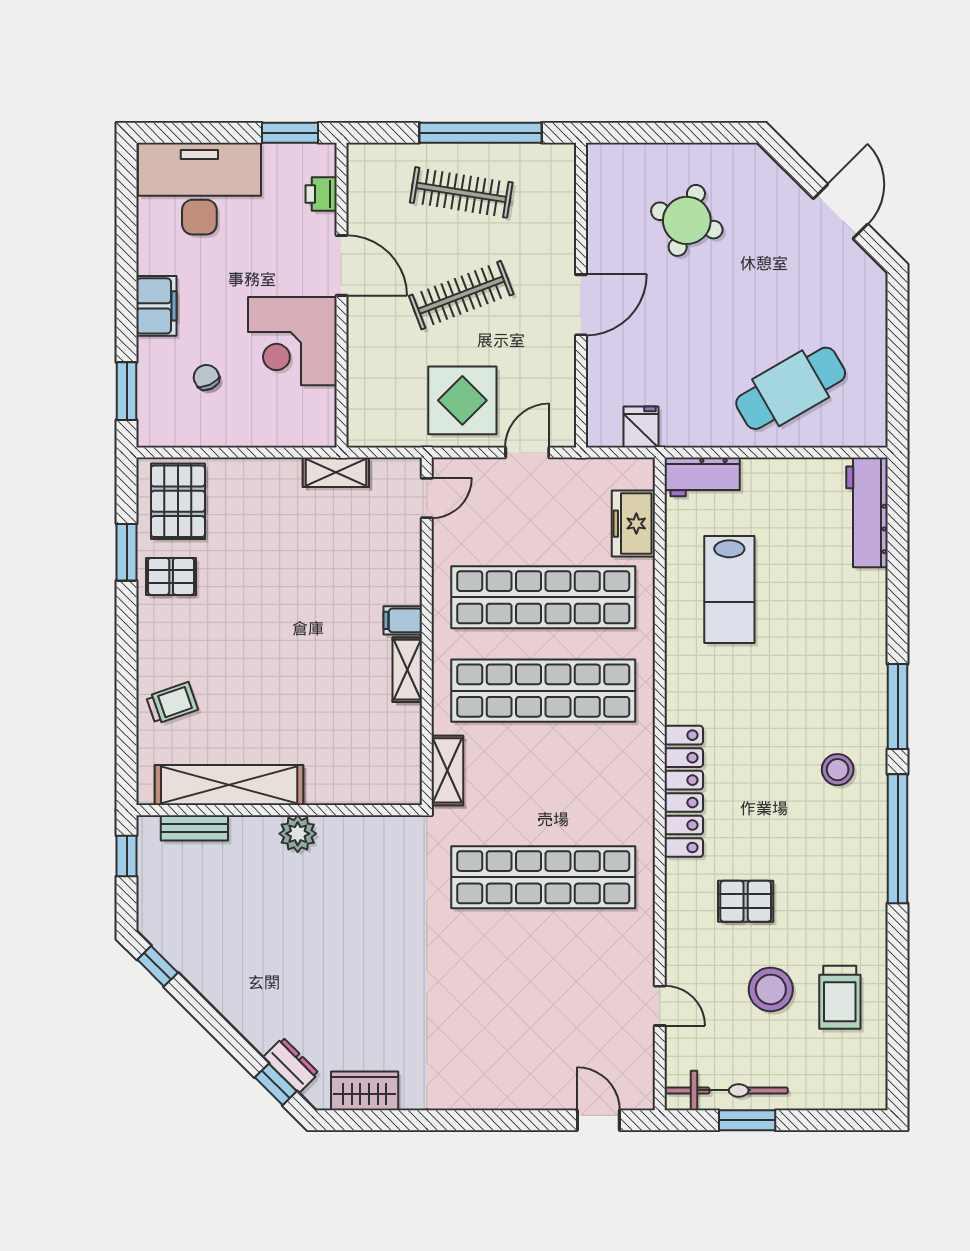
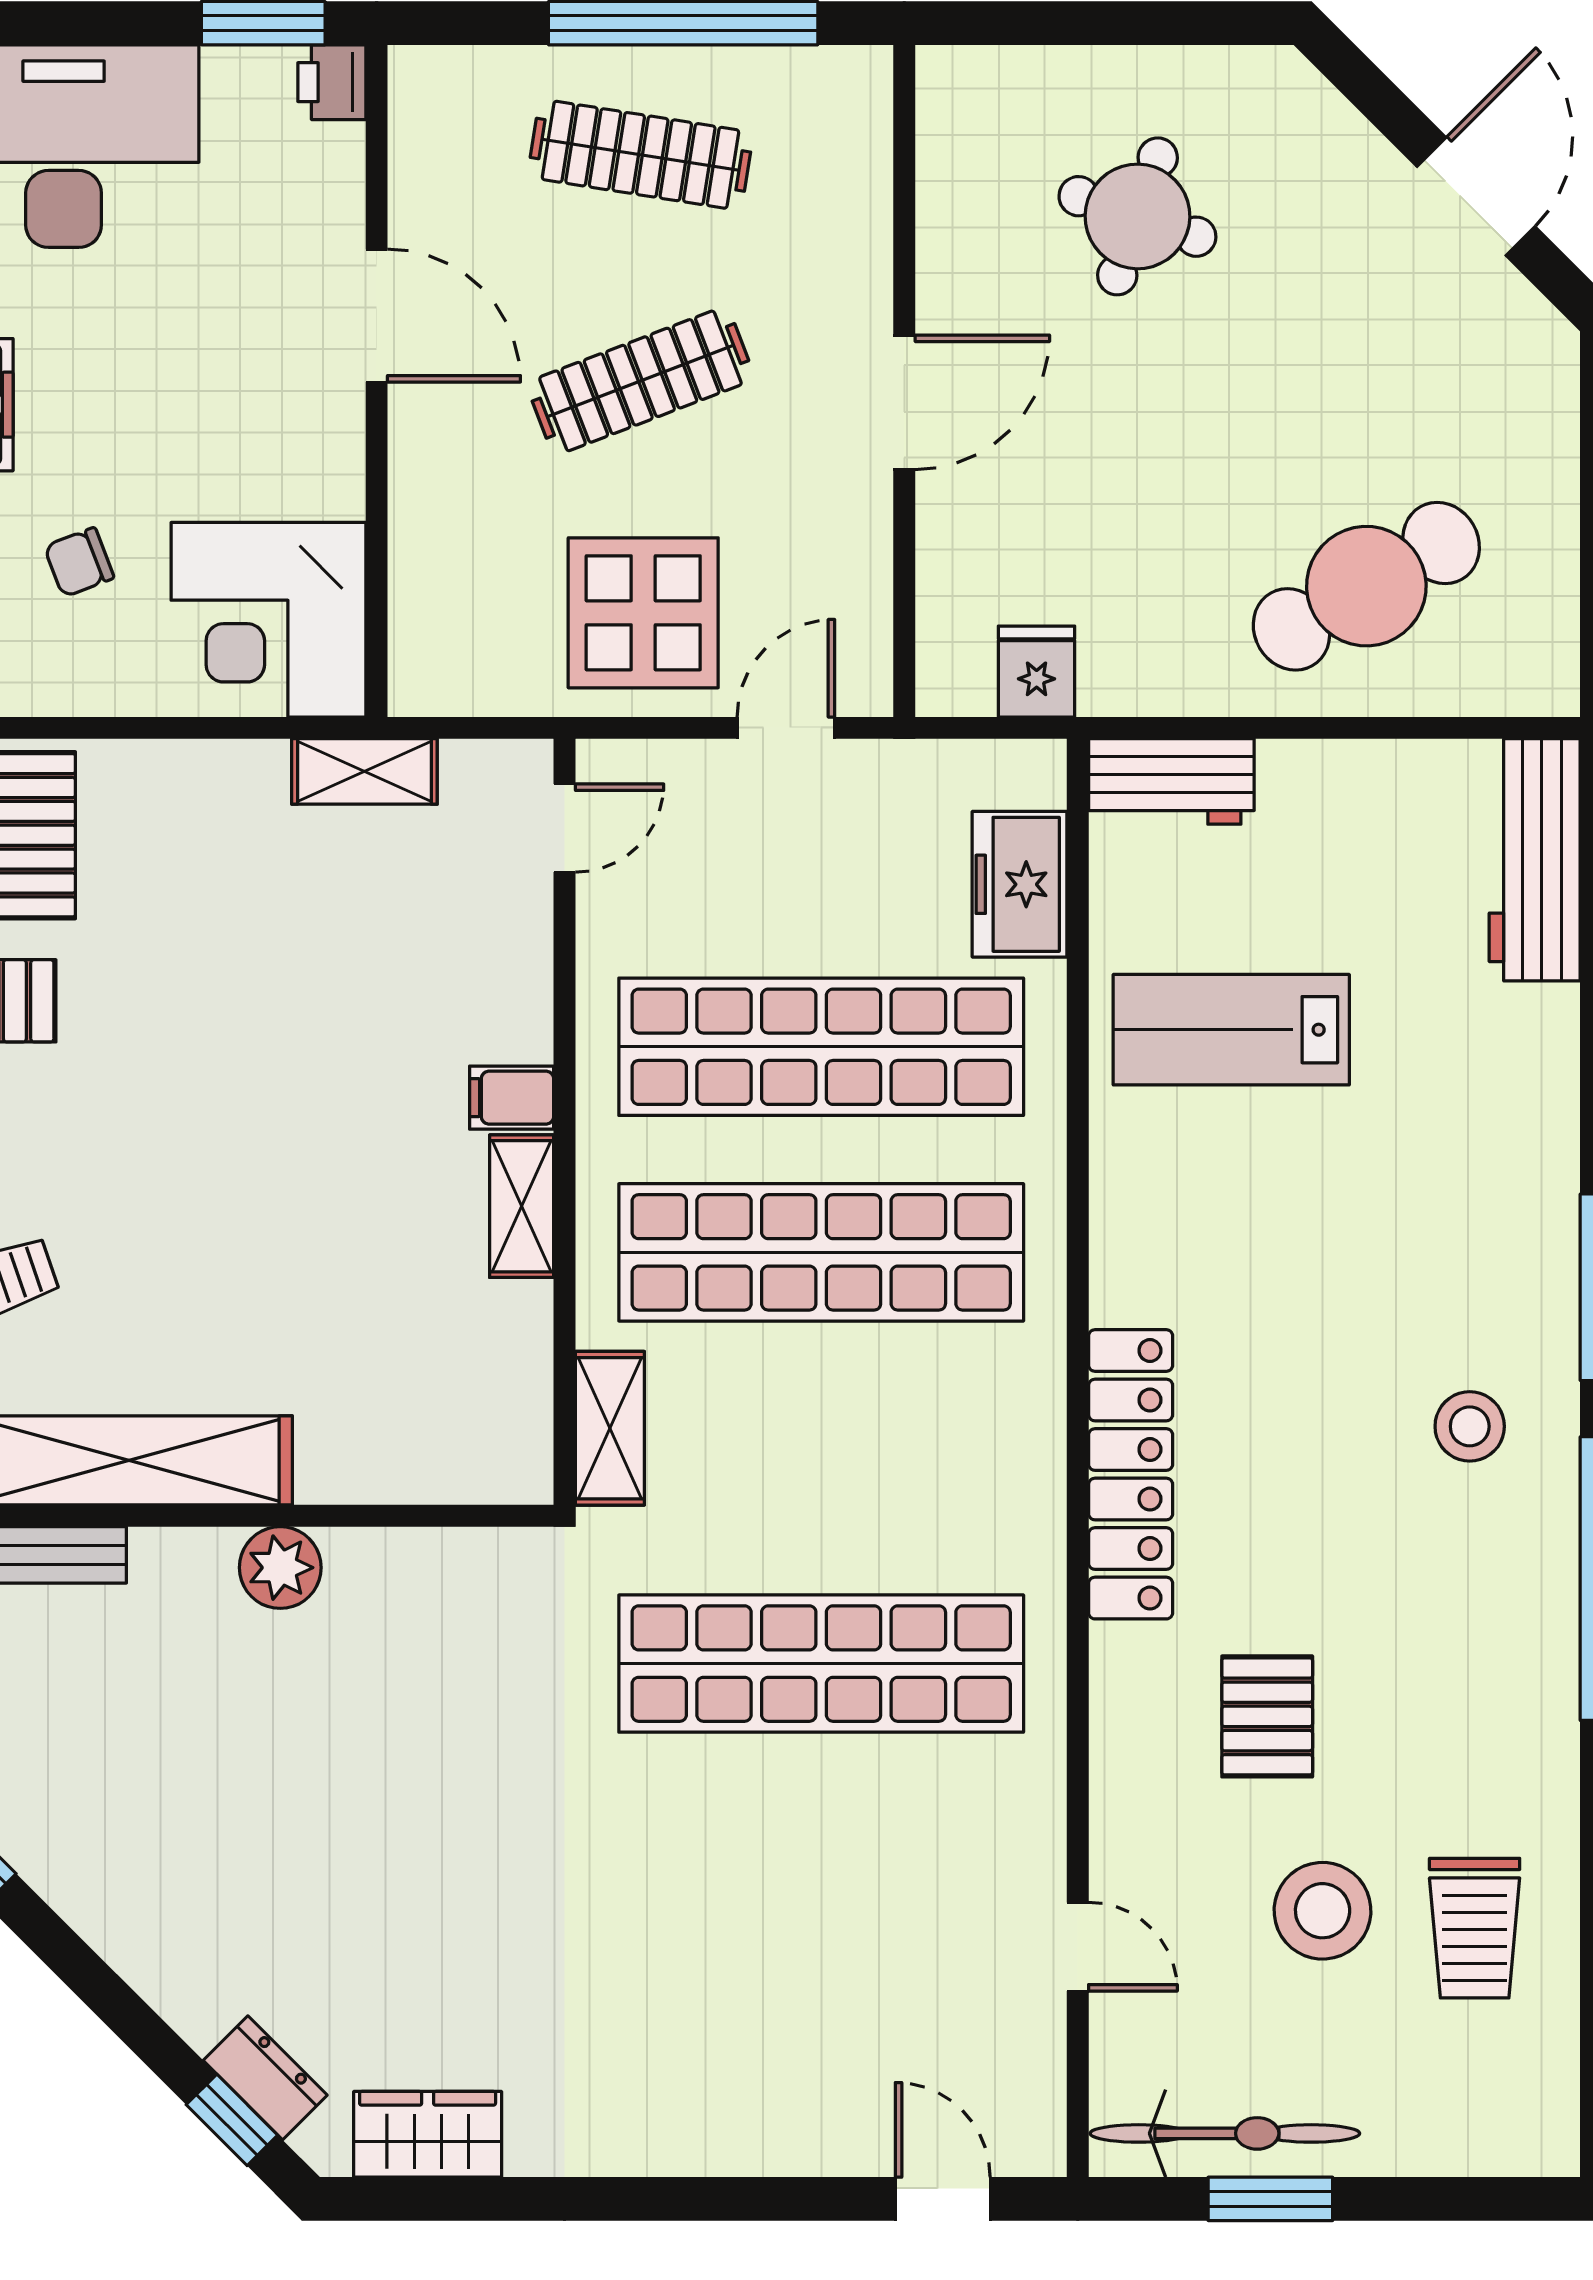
printer: (321, 194) -> (332, 82), moved
corner desk: (292, 341) -> (268, 620), moved
chair: (206, 377) -> (79, 562), turned -86
lab bench: (729, 590) -> (1231, 1030), turned 90
pallet: (746, 901) -> (1267, 1716), turned 90

